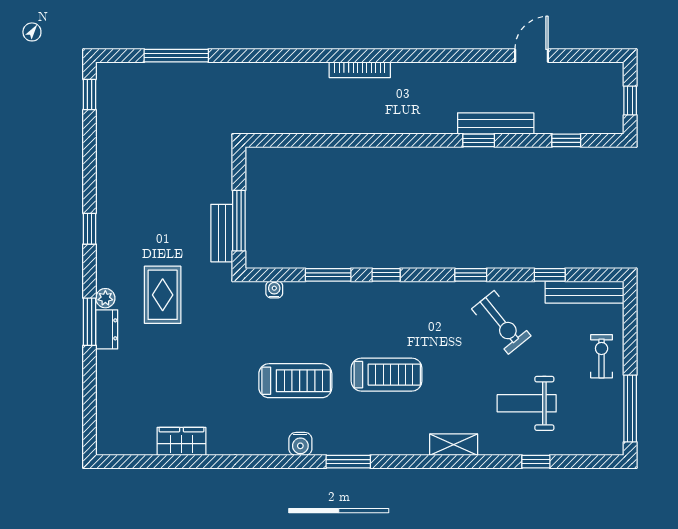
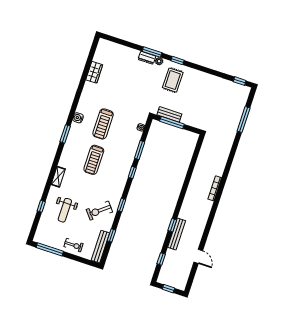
window: (89, 229) -> (178, 61), moved
rug: (163, 295) -> (173, 80), moved, turned 90
weight bench: (527, 403) -> (65, 210), turned 180

